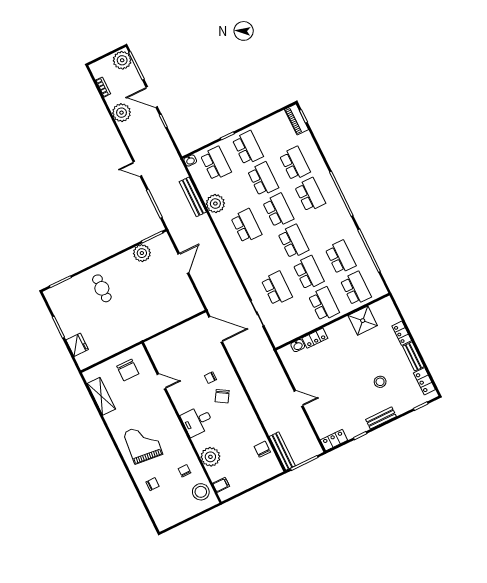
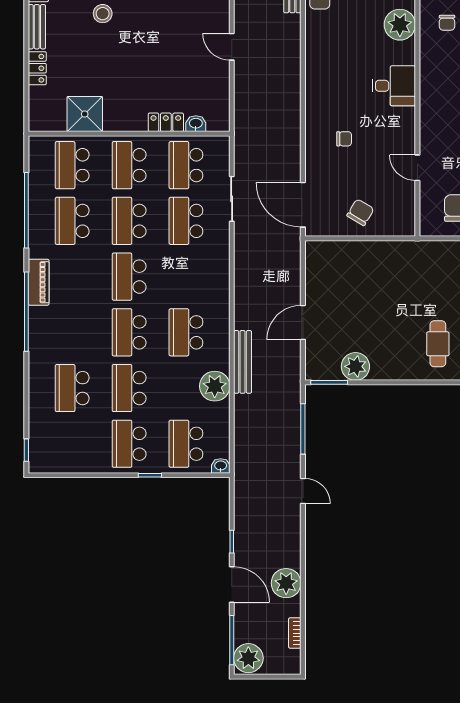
piano: (297, 119) -> (39, 282), moved
school desk: (310, 195) -> (186, 165), moved
bench: (193, 197) -> (243, 362), moved
chair: (222, 396) -> (360, 212), moved

